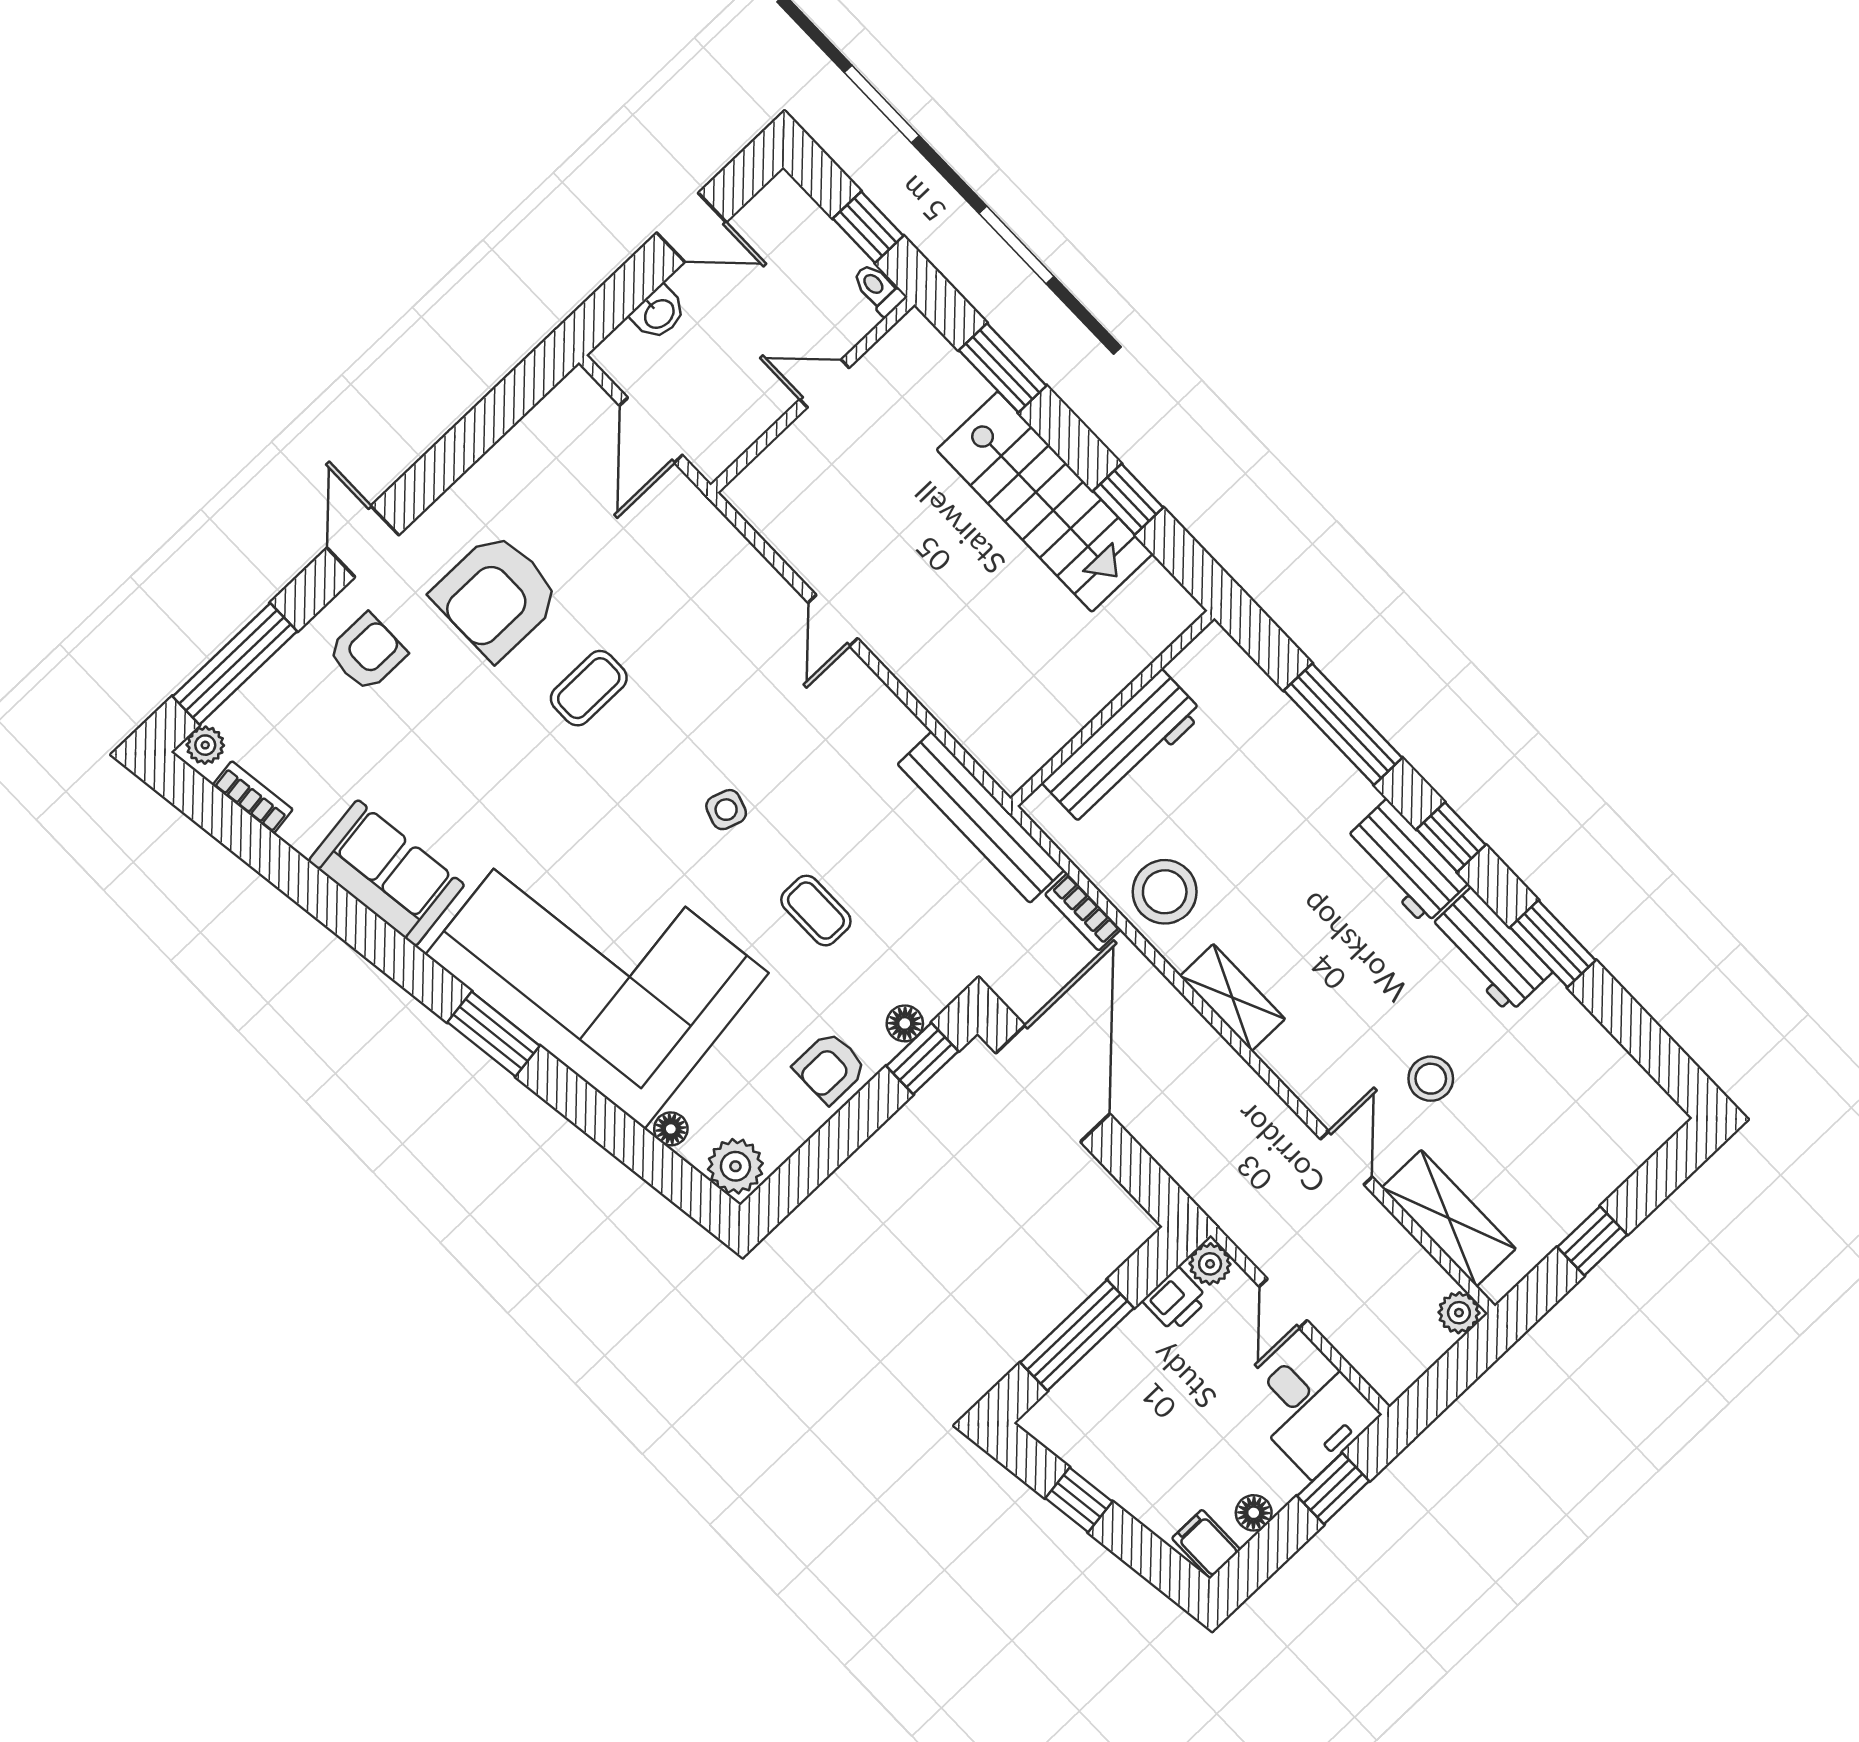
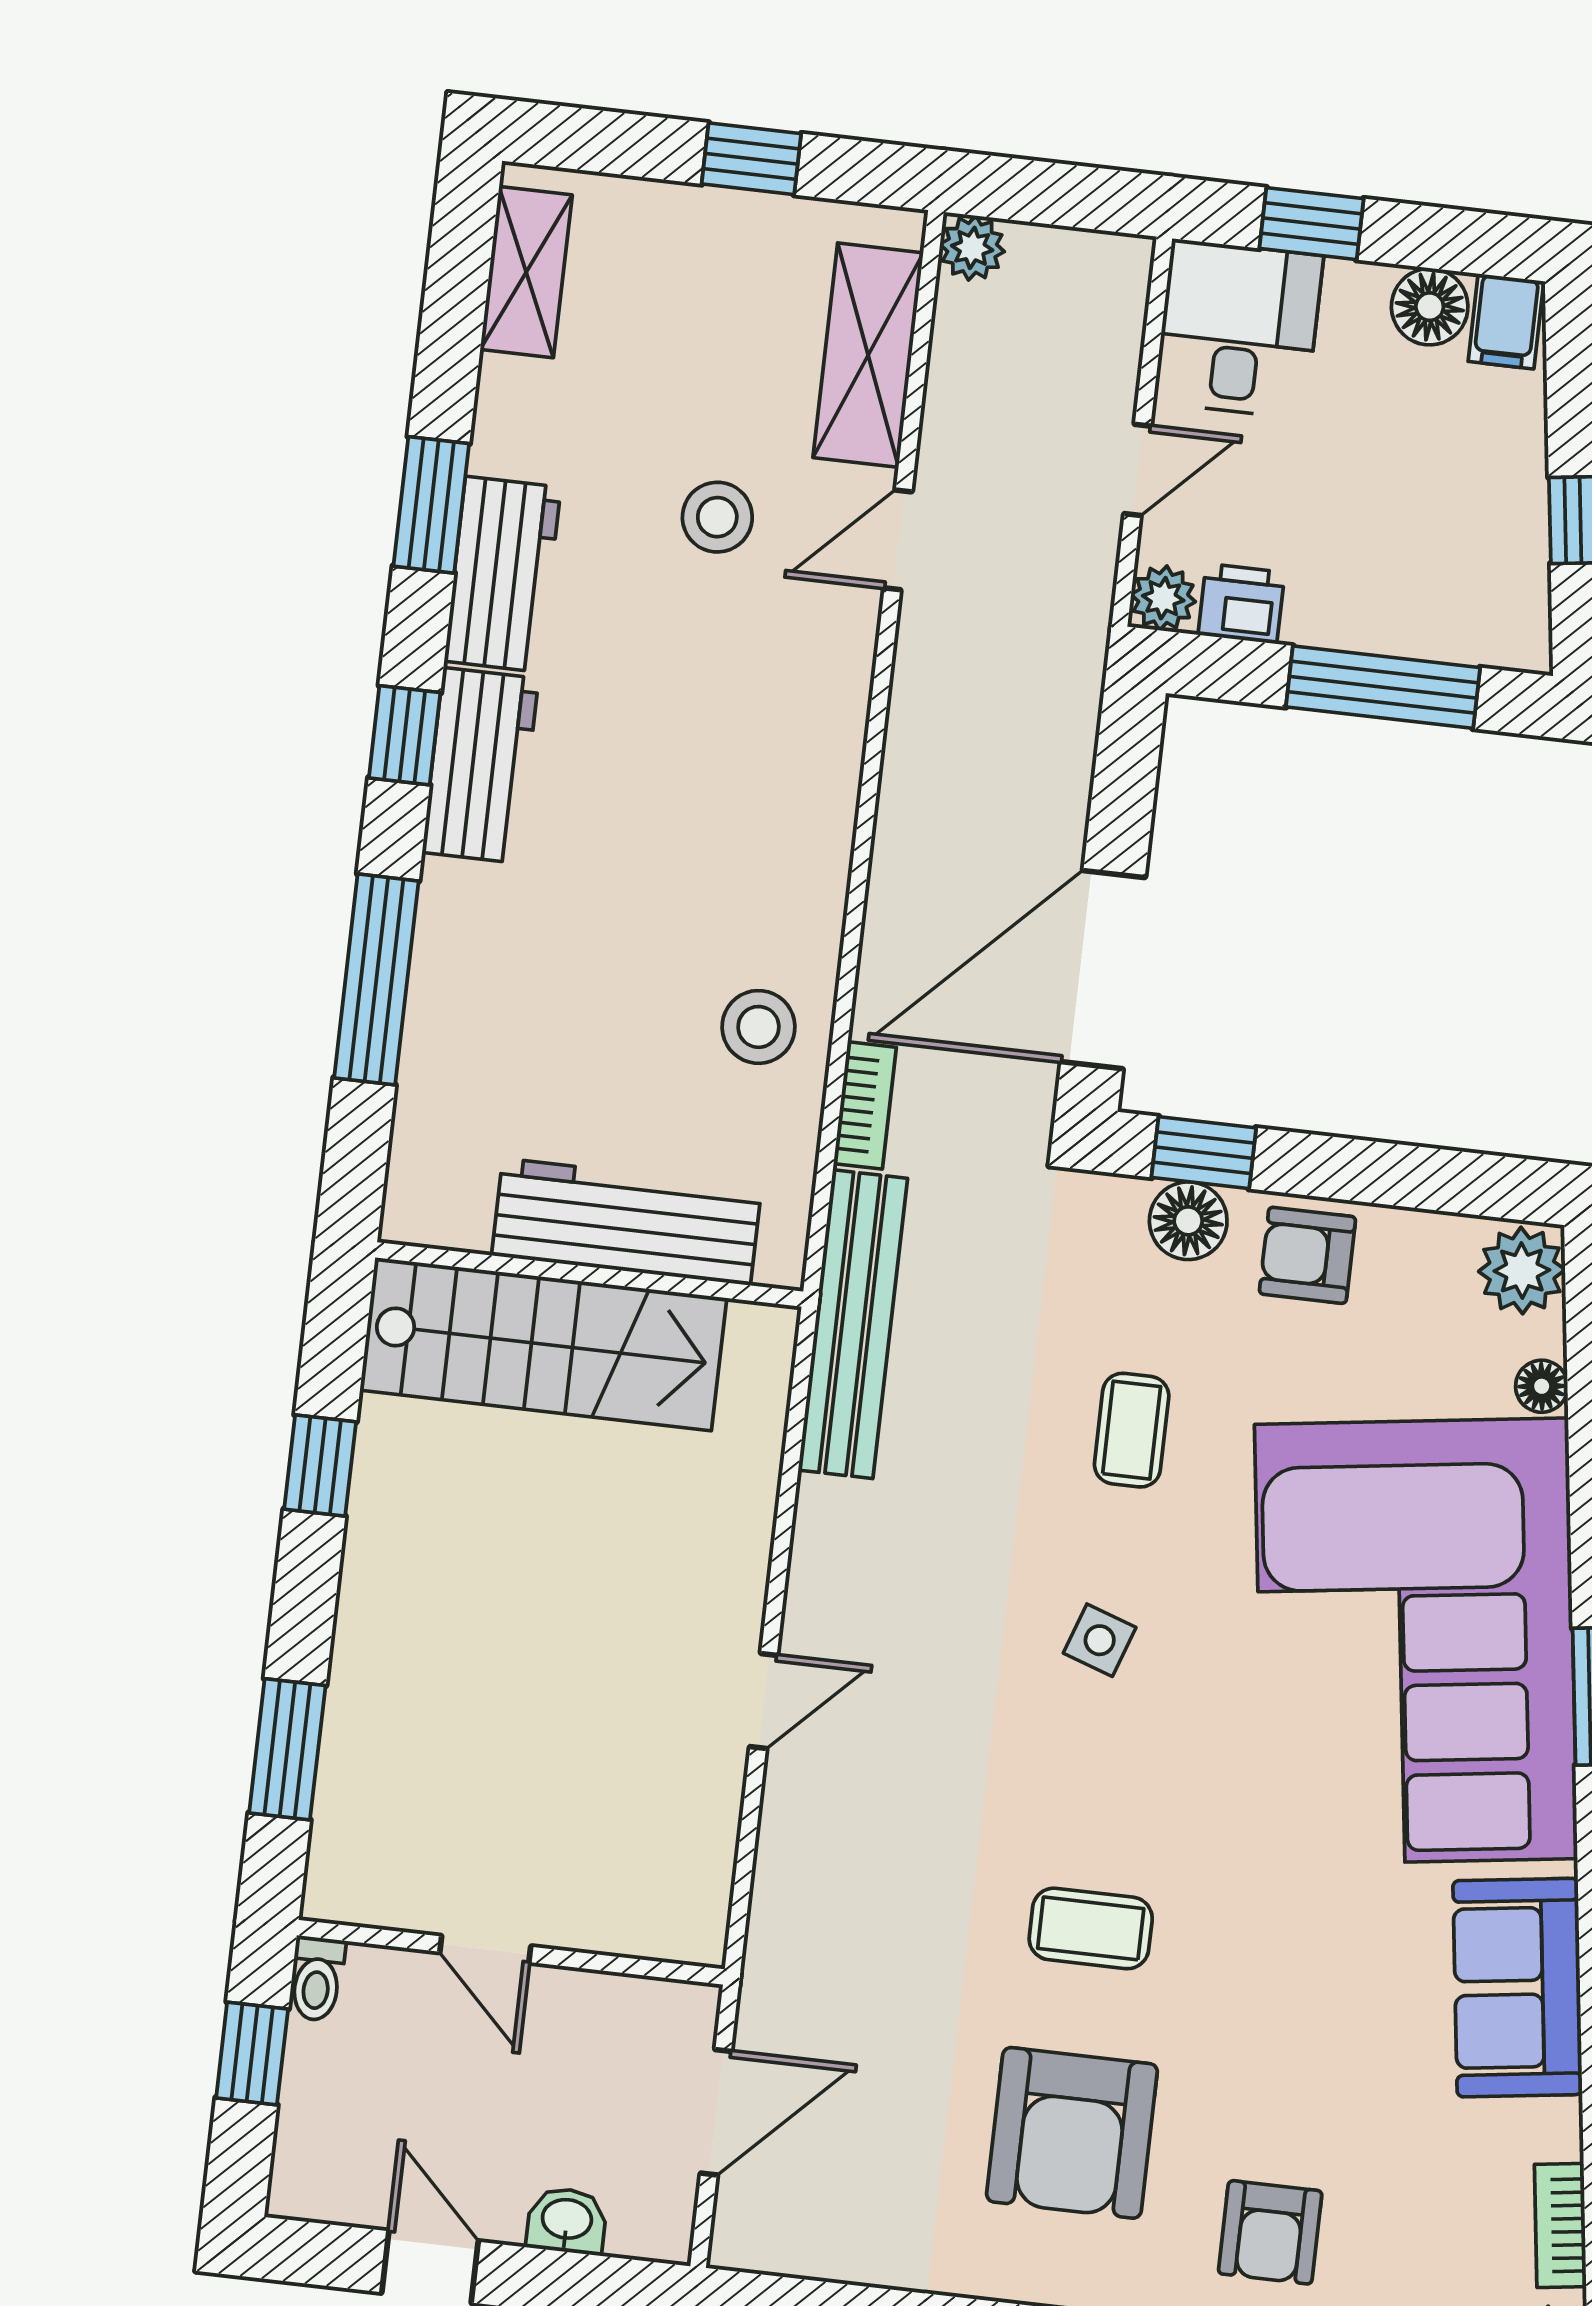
stairs: (1045, 502) -> (543, 1344), moved, turned 90
armchair: (496, 596) -> (1072, 2133), turned 90
armchair: (367, 653) -> (1270, 2232), turned -90
stool: (1165, 892) -> (759, 1027), width x0.73, depth x0.73
shelving: (1232, 998) -> (526, 272), moved
floor lamp: (905, 1023) -> (1188, 1221), width x1.37, depth x1.37
armchair: (830, 1068) -> (1307, 1255), turned 180
floor lamp: (1254, 1513) -> (1430, 307), width x1.37, depth x1.37

